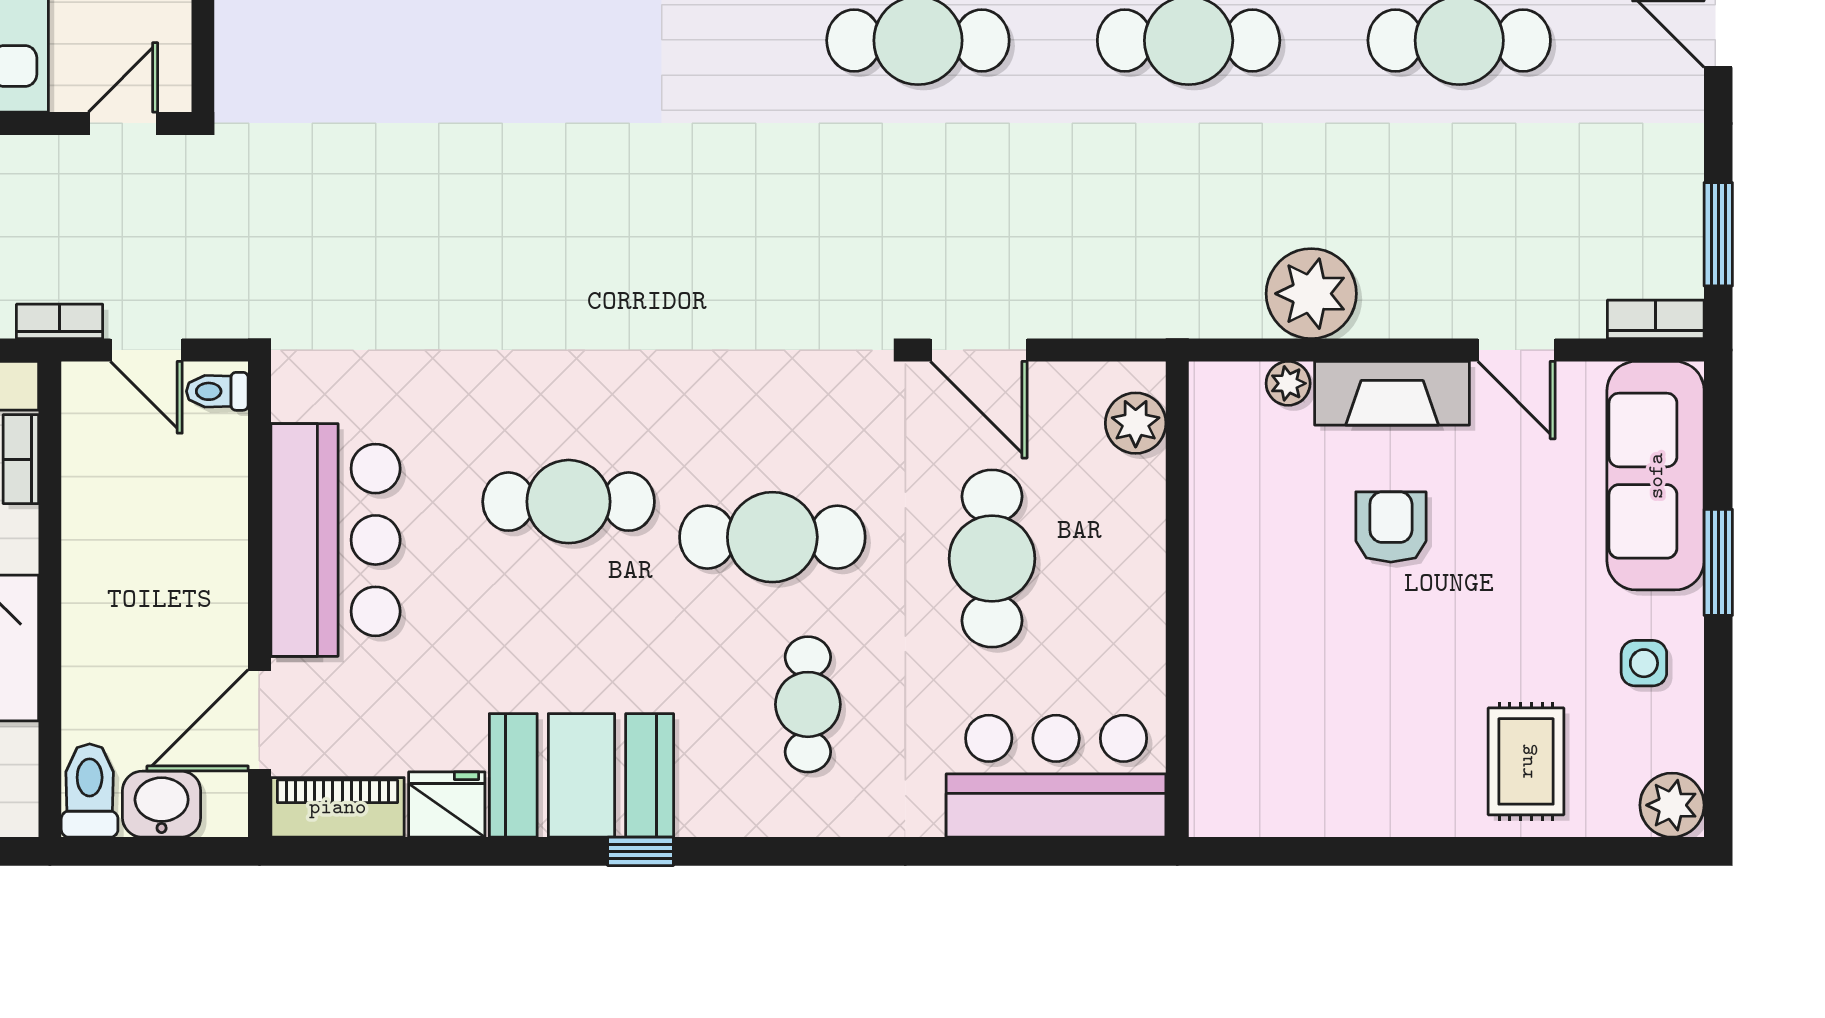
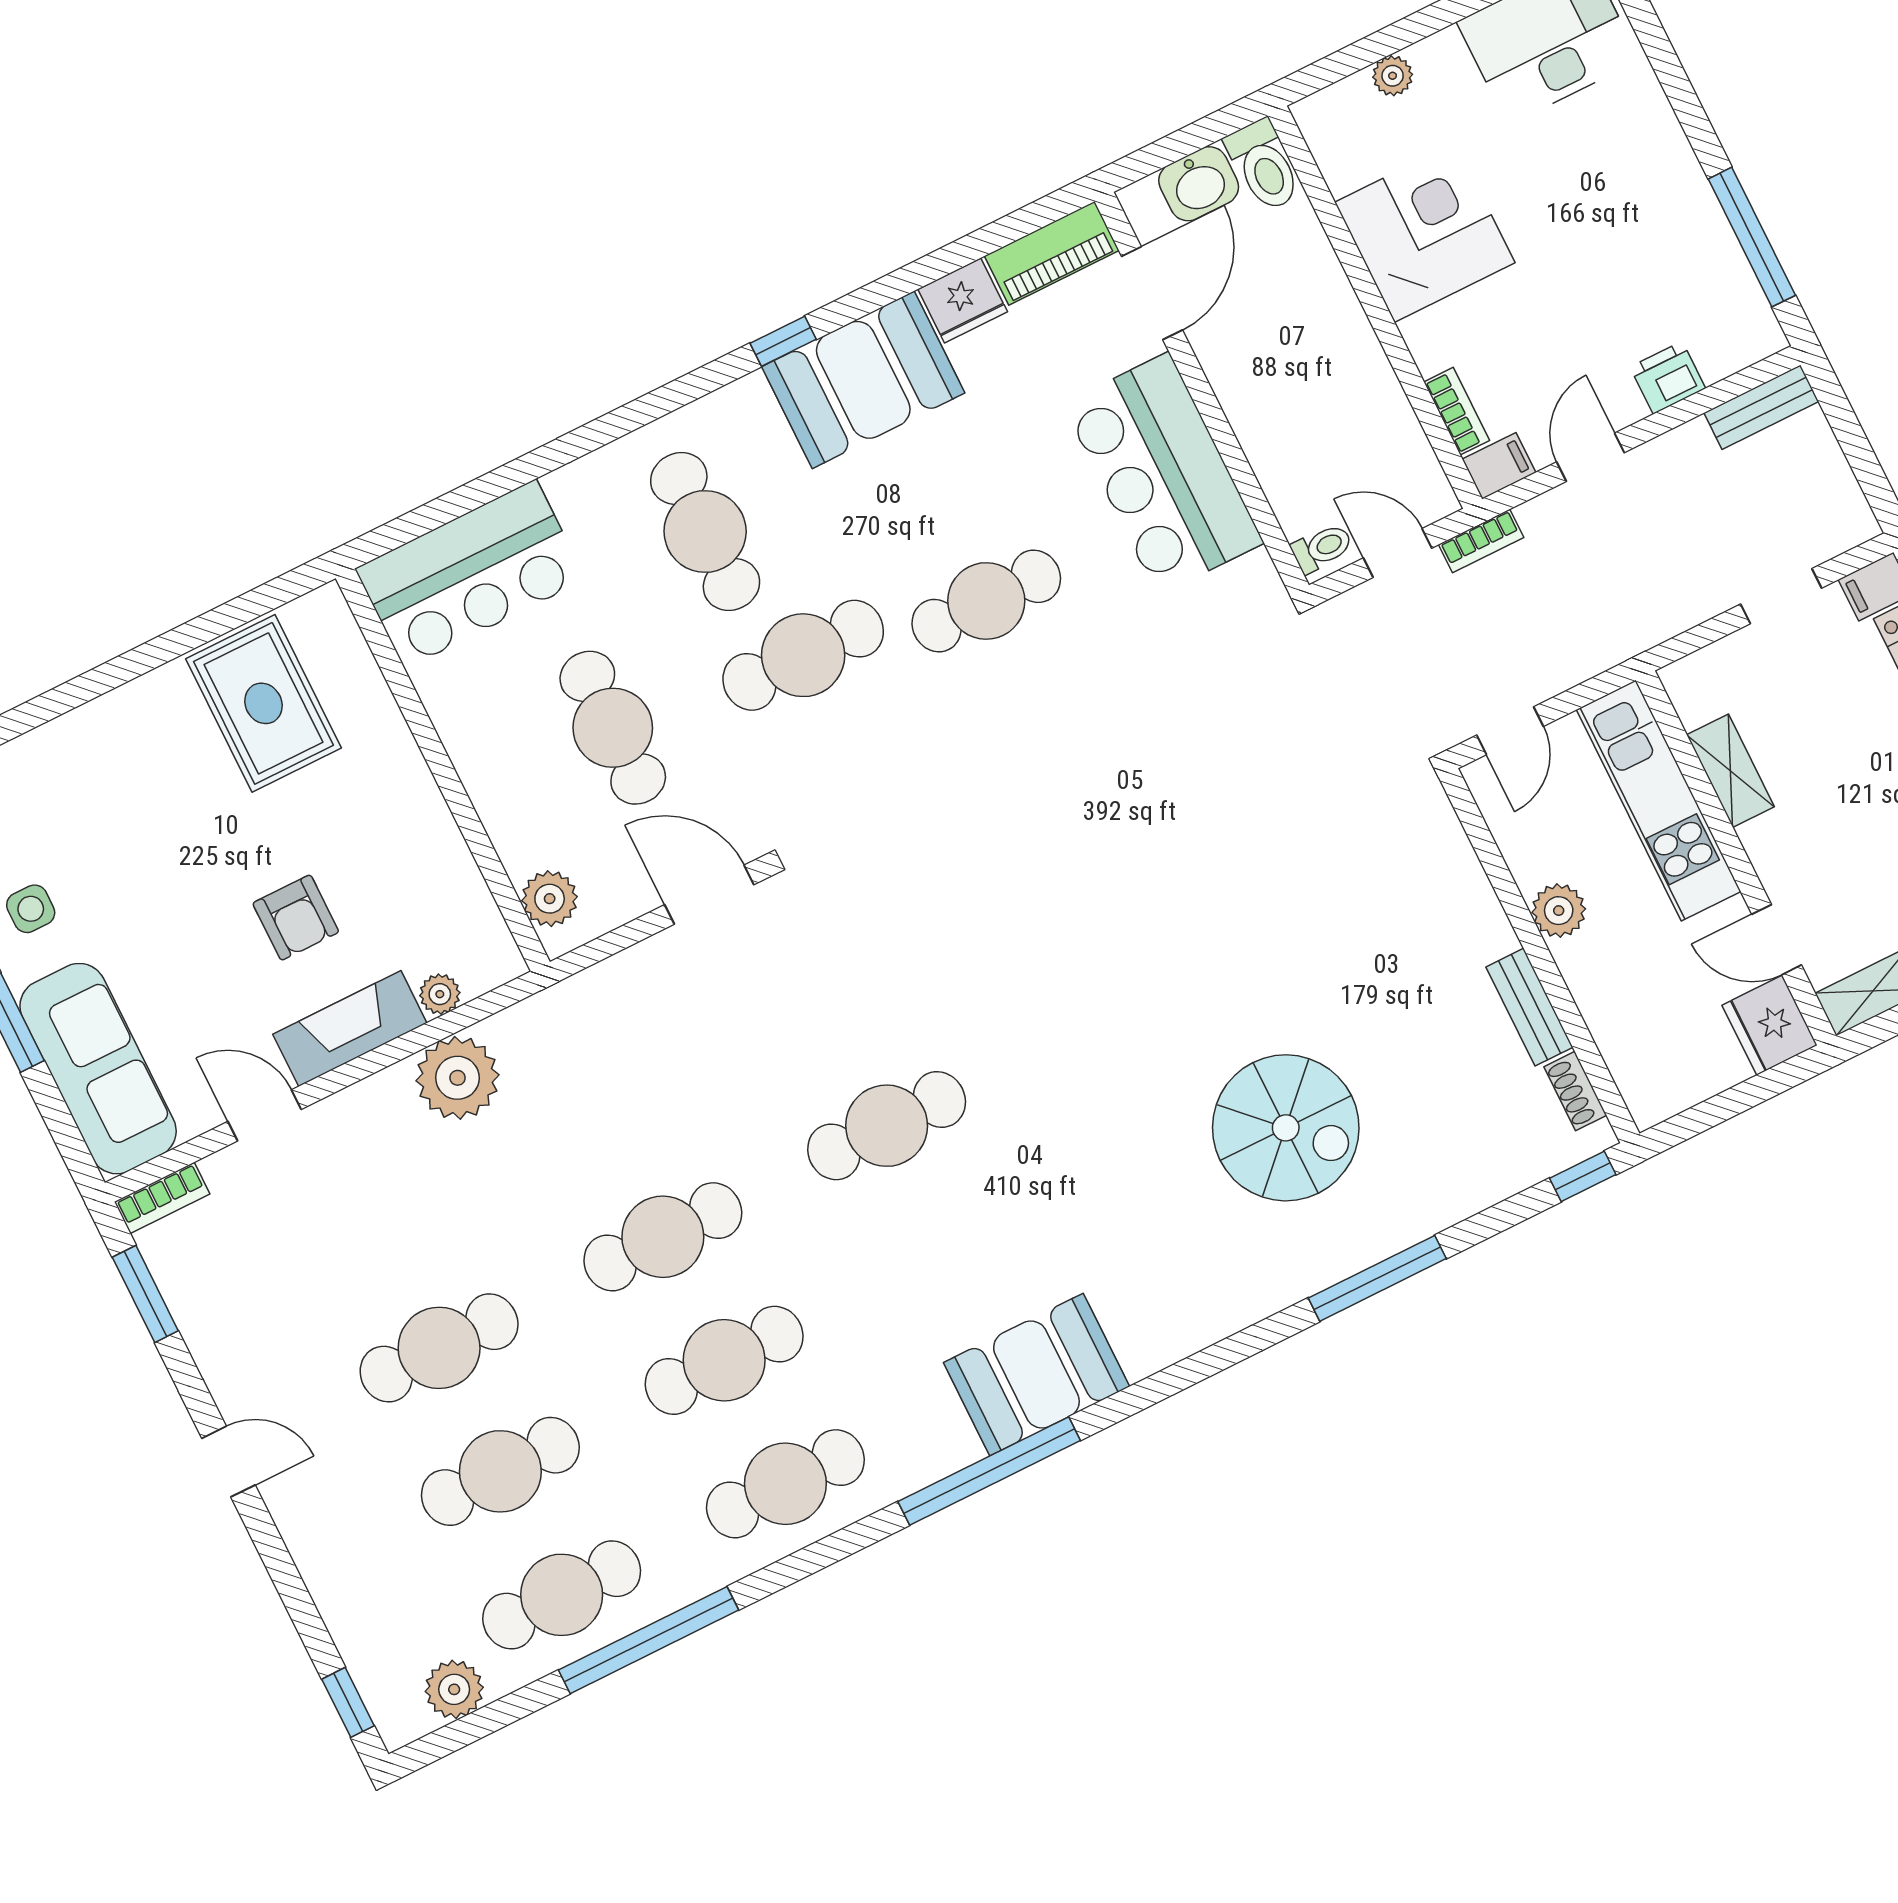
cafe table: (808, 704) -> (705, 531), width x1.37, depth x1.35
rug: (1526, 761) -> (264, 703), moved, width x1.36, depth x1.43

